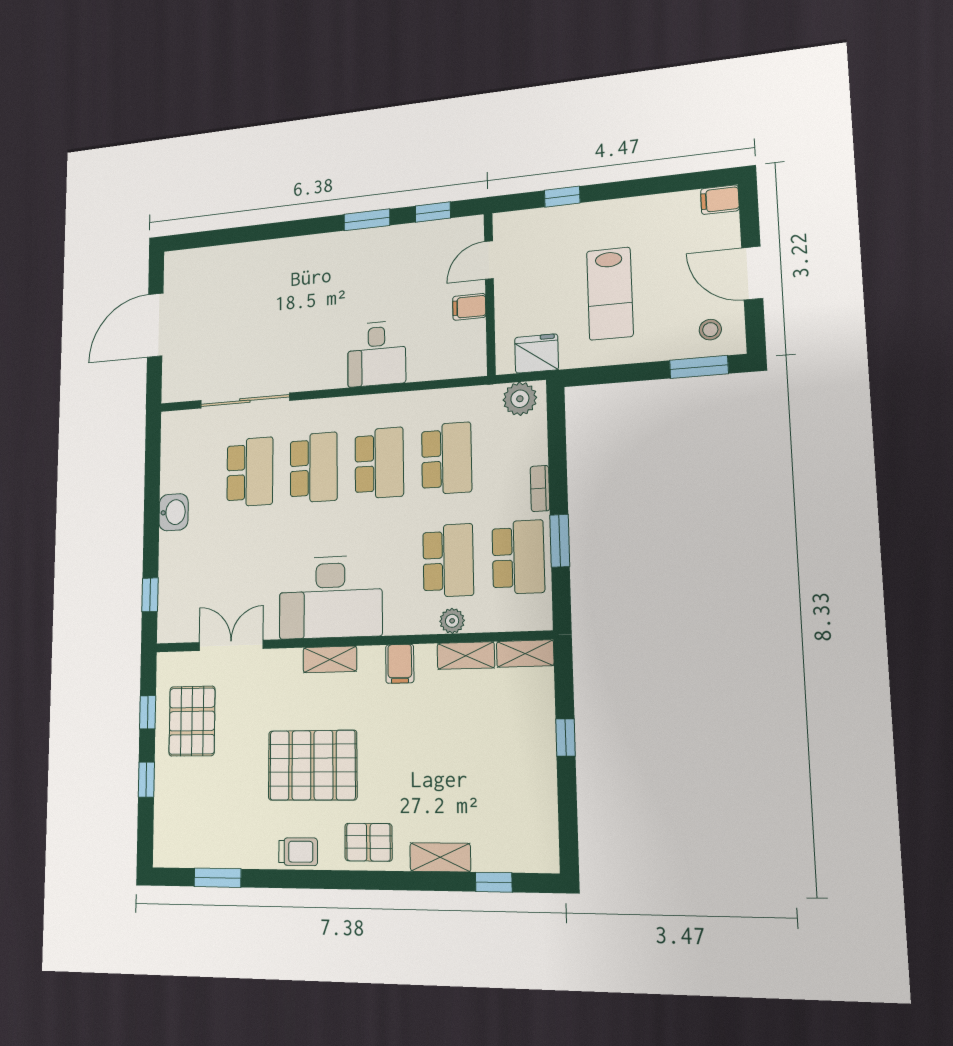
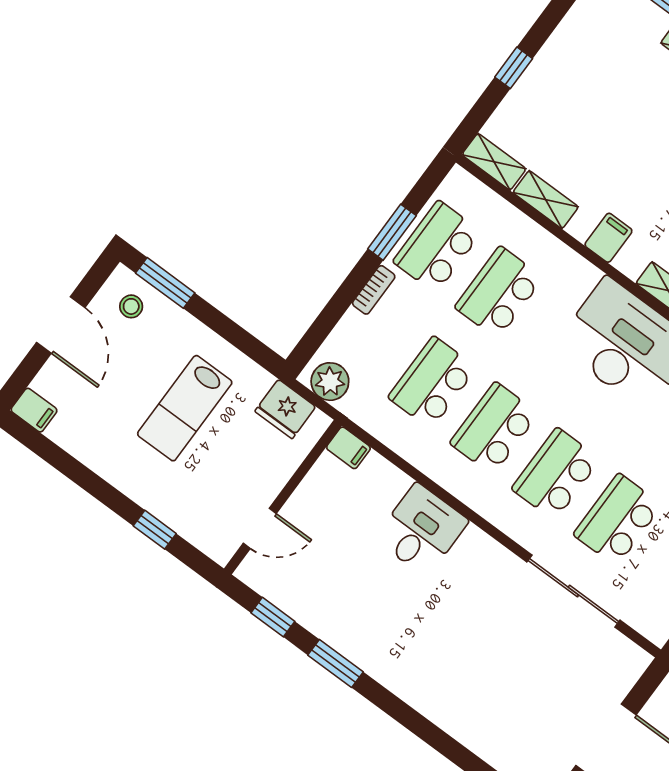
lab bench: (610, 294) -> (185, 408), turned 180
filing cabinet: (469, 307) -> (348, 448), moved
plant: (452, 621) -> (535, 238), removed

